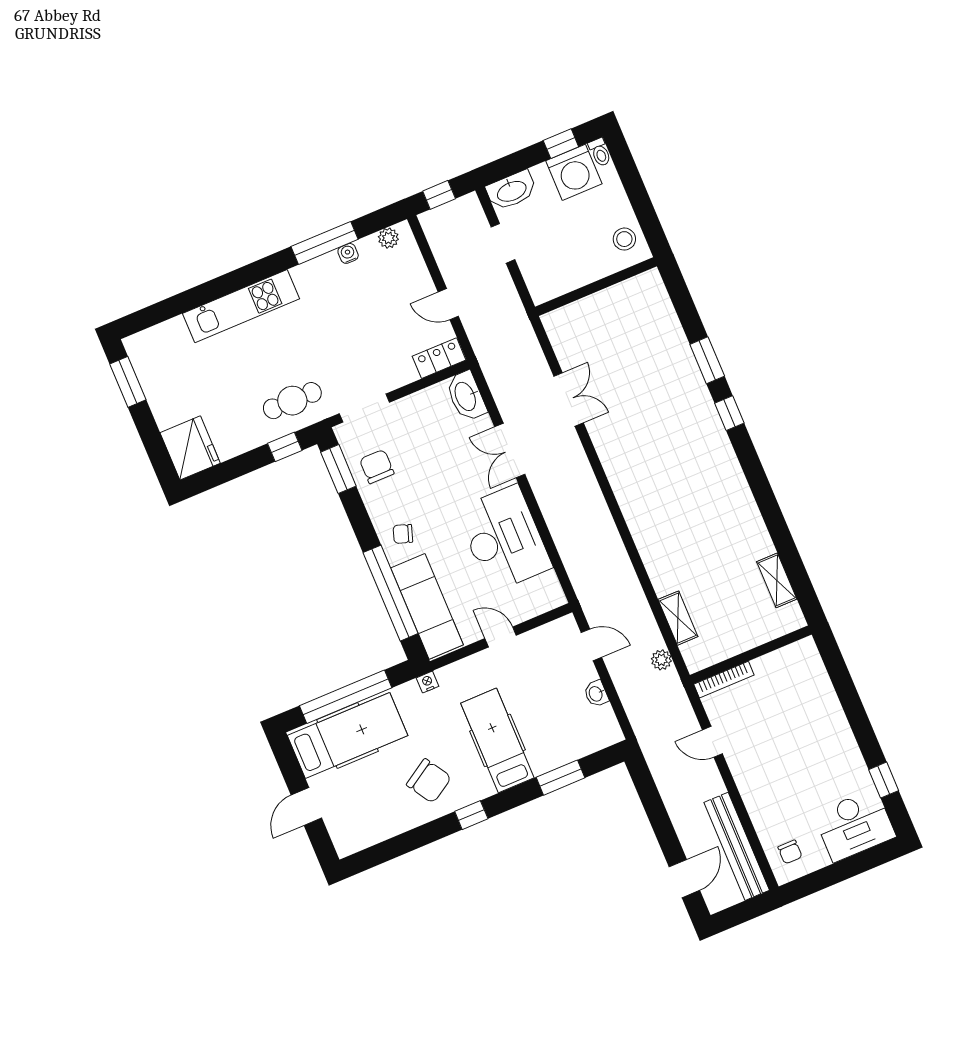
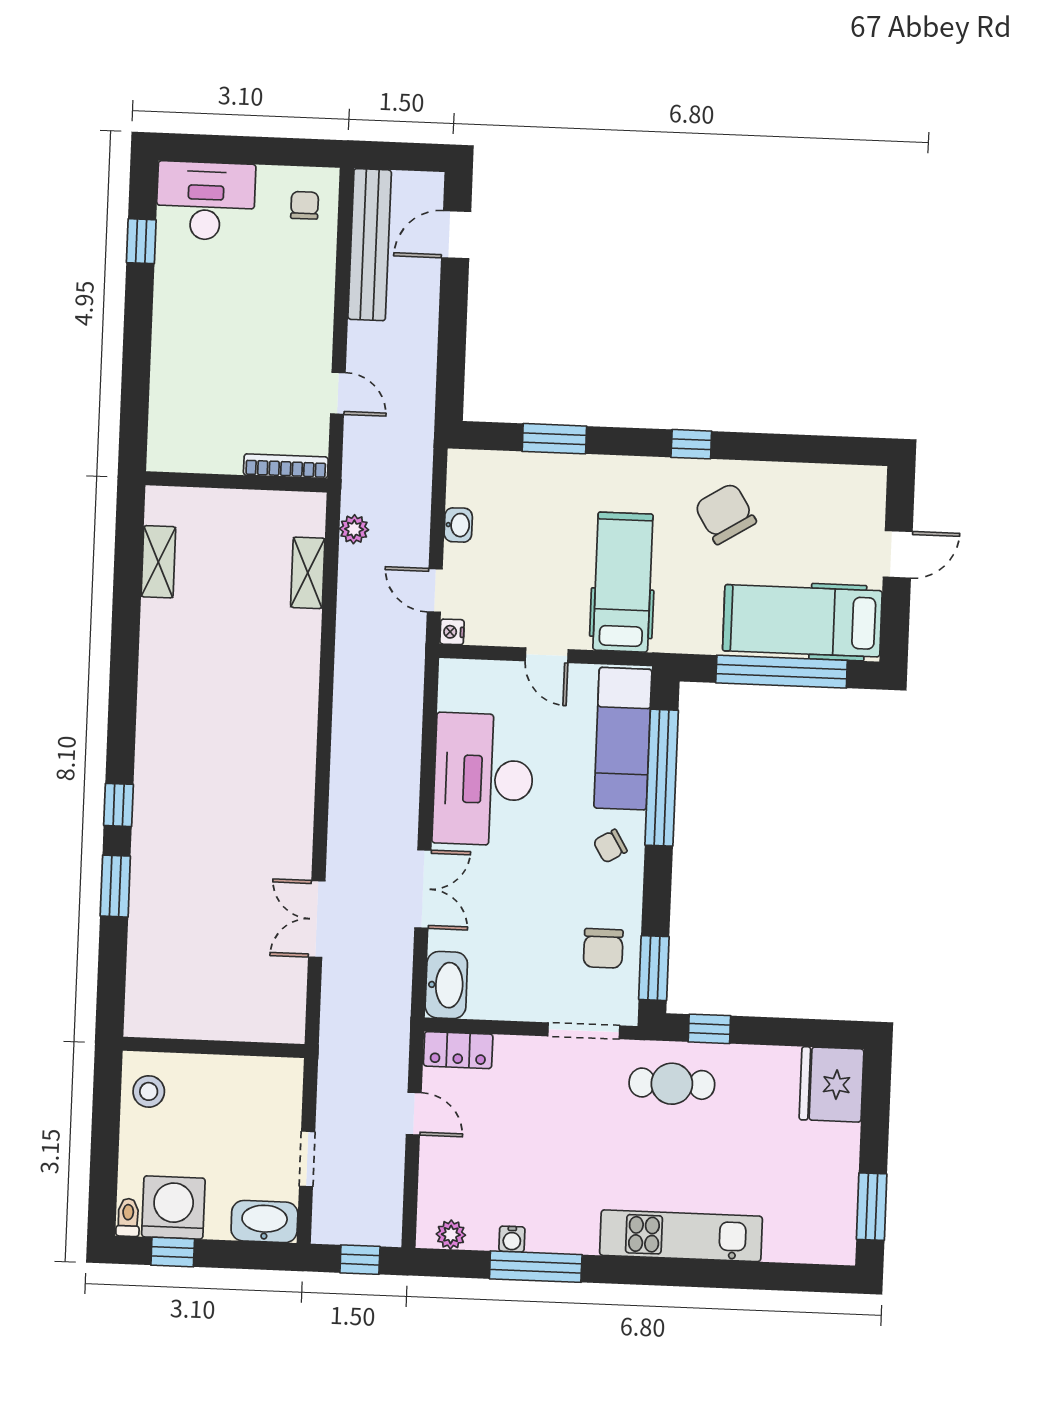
chair: (403, 534) -> (610, 846), turned 130
nightstand: (428, 682) -> (452, 632), moved, turned 90
hospital bed: (497, 740) -> (623, 582), moved, turned 180

